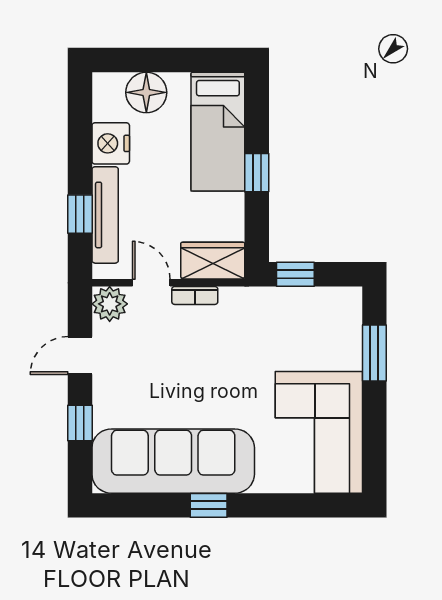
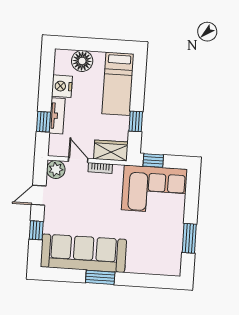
window: (257, 173) -> (136, 121), moved
tv unit: (105, 215) -> (57, 116), width x0.71
window: (374, 353) -> (189, 238), moved
corner sofa: (319, 432) -> (154, 189), moved, turned -90
window: (209, 505) -> (100, 277), width x1.50

